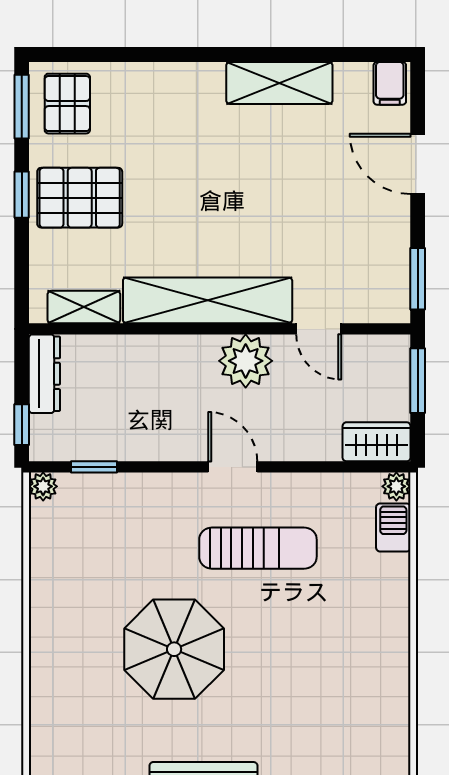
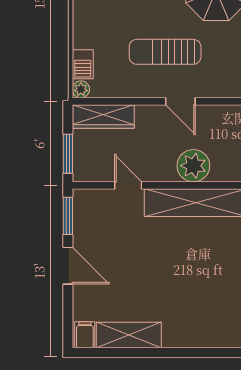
shelving: (279, 83) -> (129, 335), moved
door: (418, 164) -> (68, 266), moved
plant: (246, 361) -> (193, 166), moved
wardrobe: (377, 442) -> (103, 117), width x1.50

